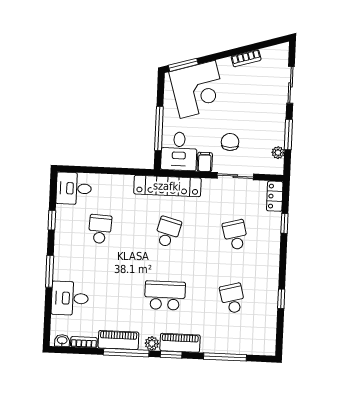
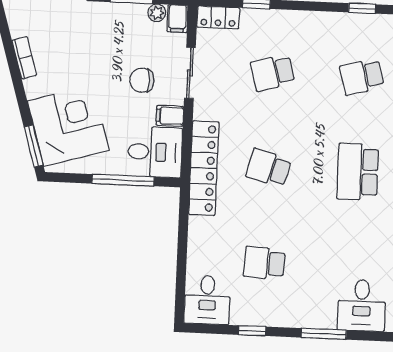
filing cabinet: (274, 167) -> (177, 19), added

